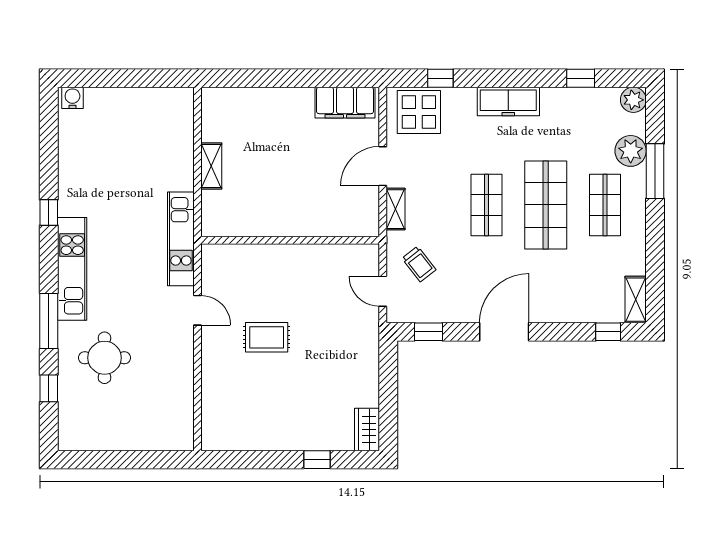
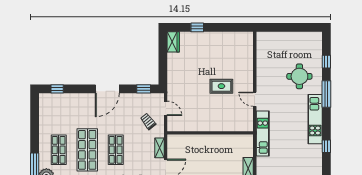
shelving: (636, 300) -> (44, 104), removed

